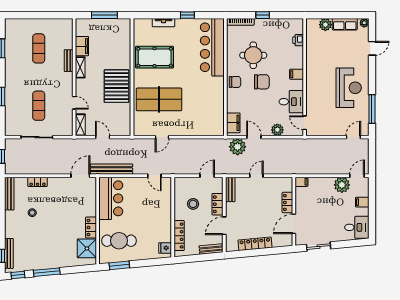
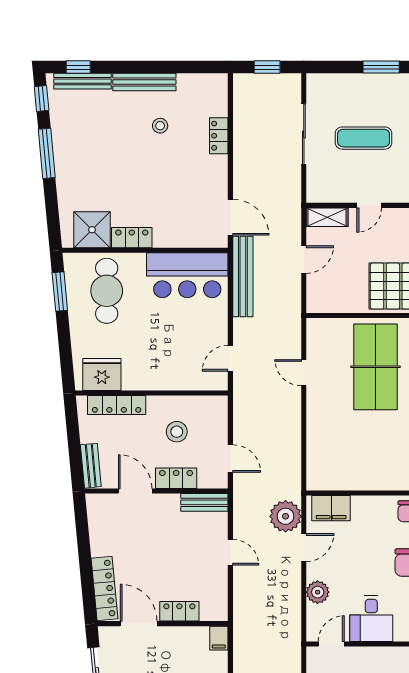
bench: (9, 194) -> (144, 82), moved
locker: (255, 244) -> (104, 589), moved
fridge: (165, 248) -> (102, 374), width x1.88, depth x1.34

